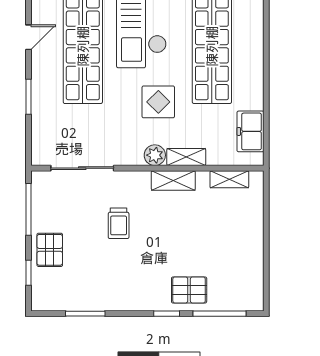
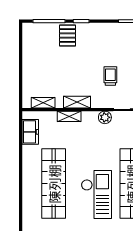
display table: (158, 102) -> (86, 150), removed
plant: (155, 155) -> (105, 117), moved
pallet: (189, 290) -> (68, 36), turned 90

